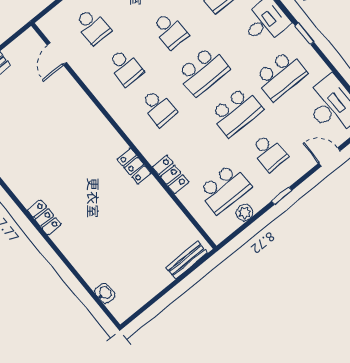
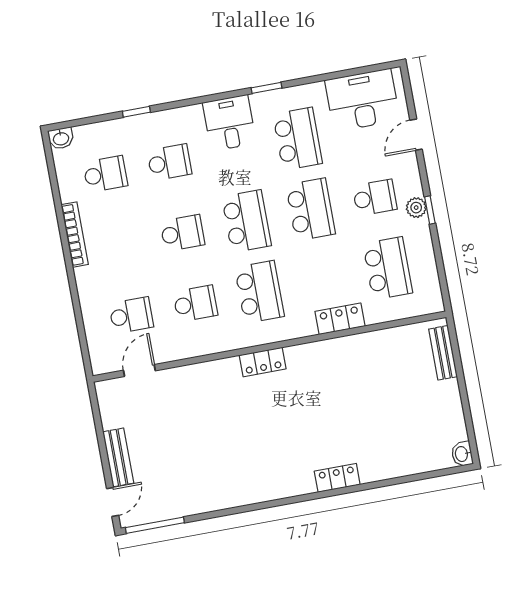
door: (57, 54) -> (139, 371), swing flipped
school desk: (158, 108) -> (259, 292), width x1.85
locker: (134, 166) -> (263, 362), moved
plant: (244, 213) -> (416, 208), moved
locker: (44, 218) -> (337, 478), moved
washbasin: (105, 293) -> (462, 454), moved, turned -90

